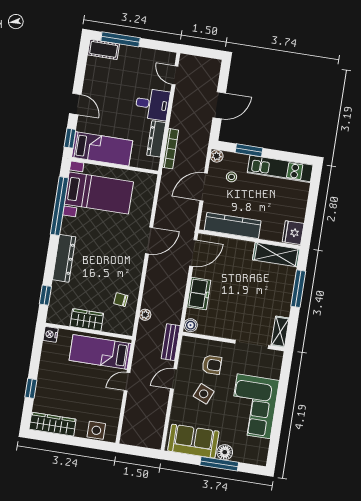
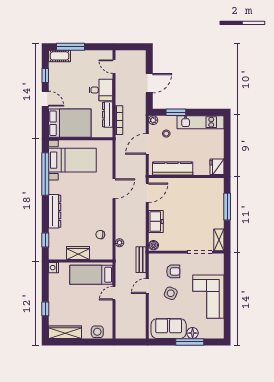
window: (70, 138) -> (45, 75), moved
bed: (102, 149) -> (70, 123), width x1.50
shelving: (276, 254) -> (207, 184), removed

